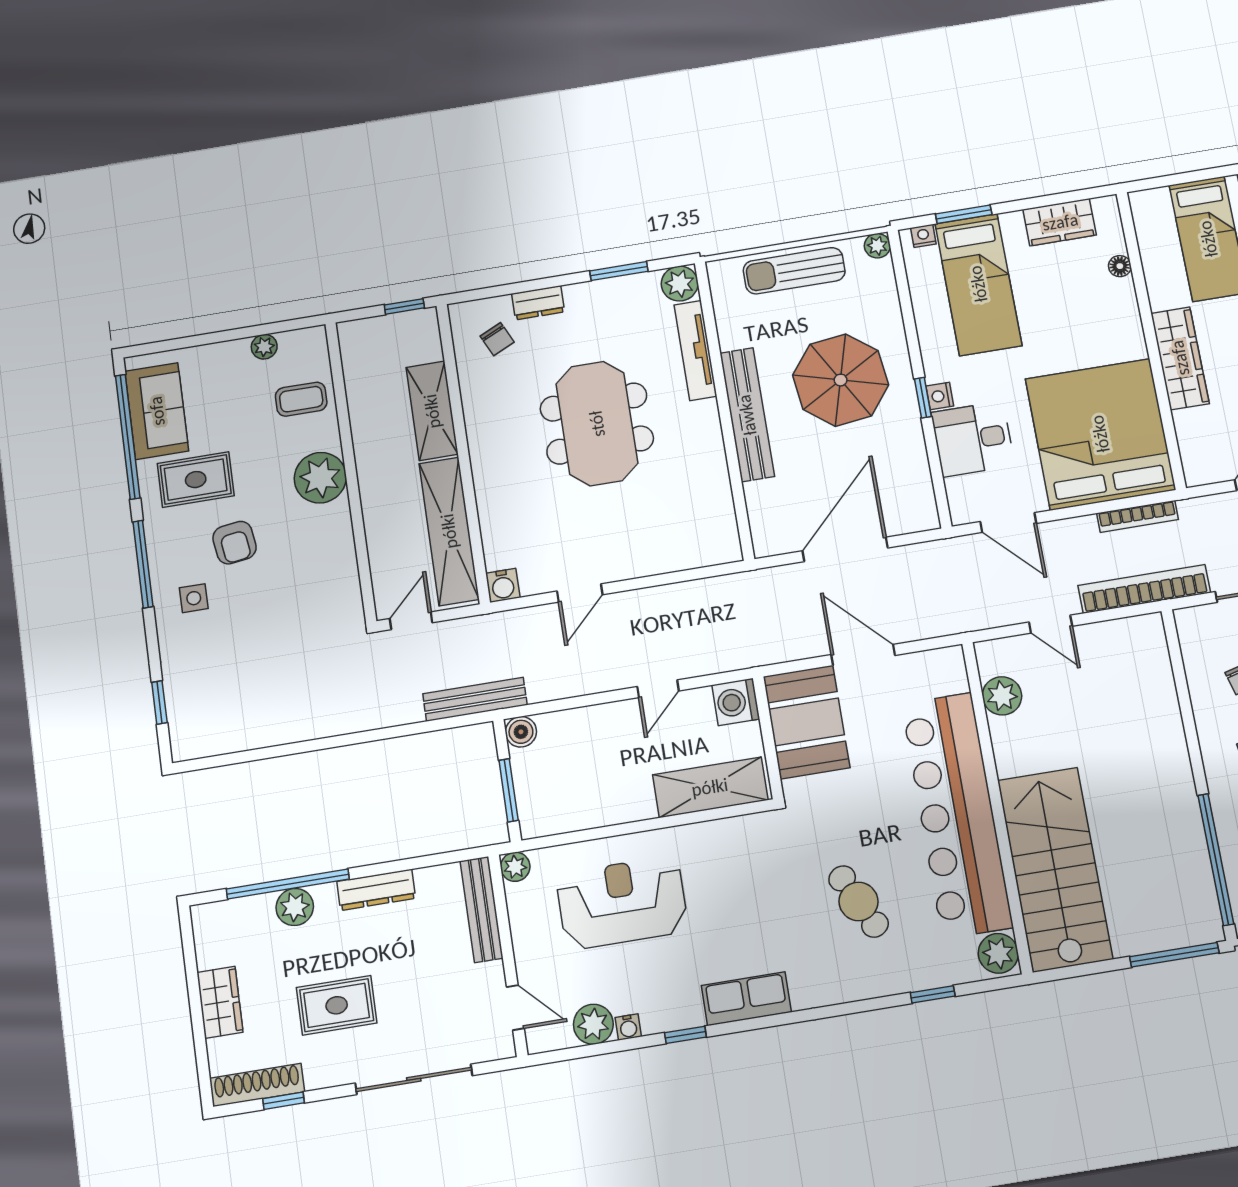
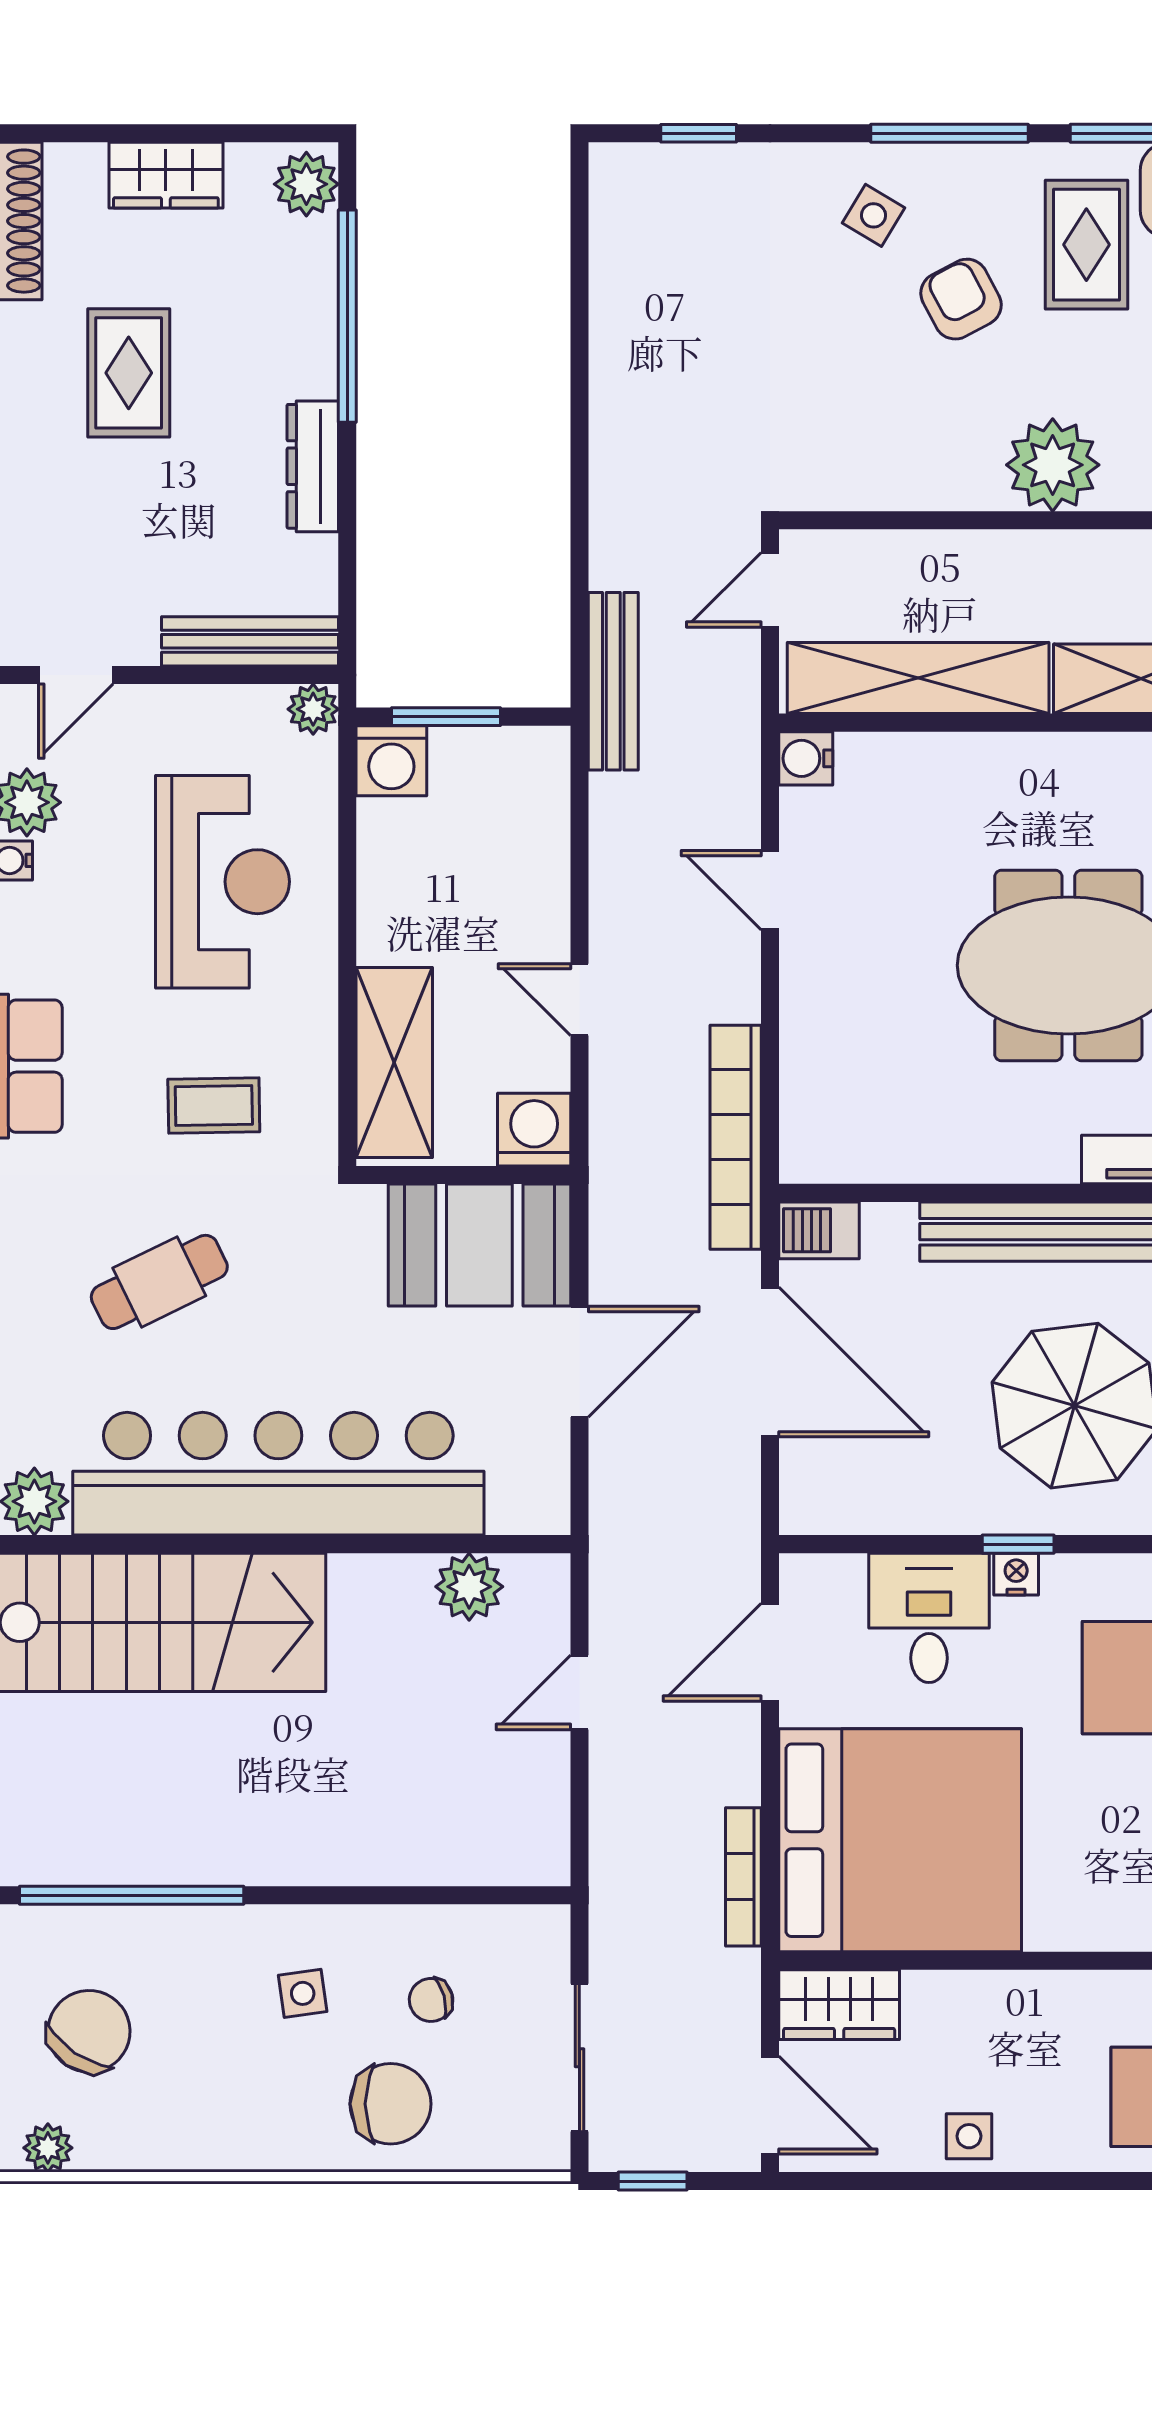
wardrobe: (1180, 358) -> (839, 2005), moved, width x0.67
barbecue: (766, 535) -> (819, 1230), added
armchair: (235, 543) -> (961, 299), turned 70
bookcase: (1144, 589) -> (736, 1137), moved, turned 180
side table: (194, 598) -> (873, 215), turned 31
door: (411, 621) -> (770, 590), swing flipped
boiler: (521, 732) -> (544, 753), removed
washing machine: (538, 817) -> (391, 761), added
coffee table: (752, 887) -> (214, 1106), added
plant: (295, 907) -> (306, 184), moved

